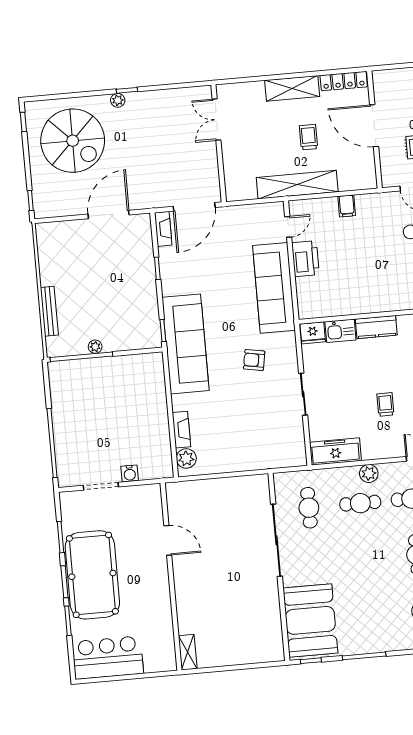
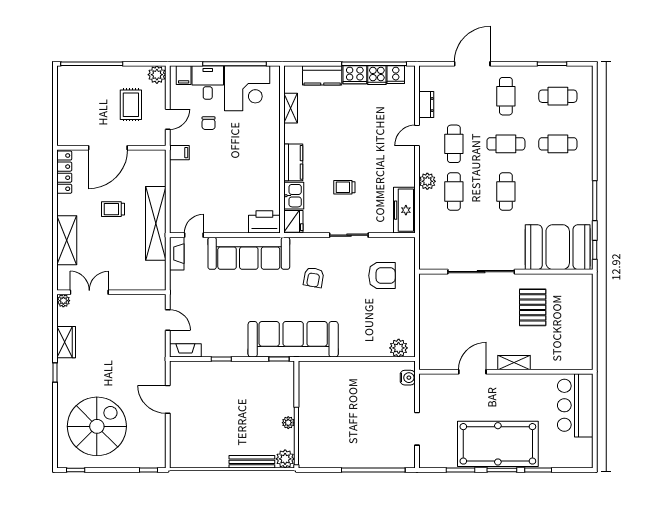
shelving: (292, 88) -> (67, 240), moved
wardrobe: (161, 99) -> (66, 342), added
plant: (118, 100) -> (63, 301), moved
double door: (217, 120) -> (89, 292), swing flipped
filing cabinet: (347, 206) -> (179, 153), moved
door: (194, 207) -> (168, 320), width x0.53
door: (109, 215) -> (168, 399), width x0.73
door: (288, 227) -> (194, 235), hinge flipped
printer: (305, 259) -> (264, 222), moved
plant: (56, 347) -> (285, 459), added
trolley: (385, 404) -> (344, 187), moved
fireplace: (181, 430) -> (177, 254), moved, turned 90
armchair: (263, 434) -> (382, 276), added
water cooler: (130, 473) -> (408, 378), moved
cafe table: (309, 508) -> (506, 192), moved, turned 90
pallet: (243, 599) -> (533, 307), added
shelving: (188, 652) -> (514, 363), moved
bar counter: (108, 658) -> (575, 405), moved

